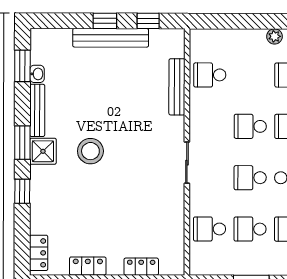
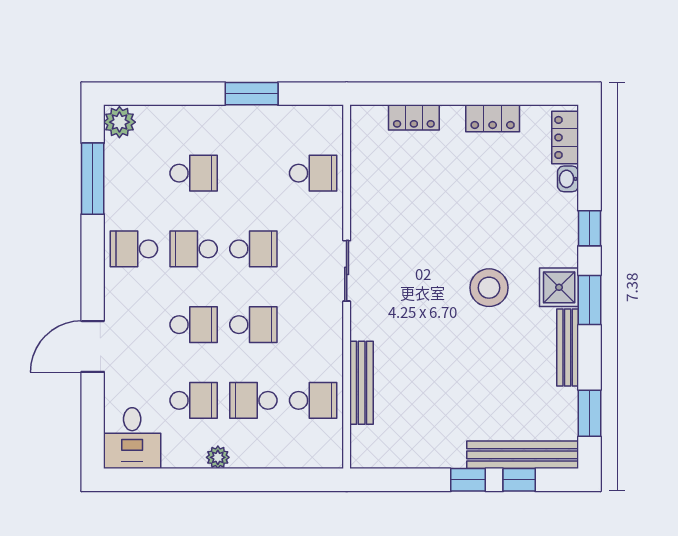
window: (148, 21) -> (519, 480), moved
bench: (111, 38) -> (523, 455), moved
washbasin: (37, 74) -> (568, 179), moved
school desk: (250, 229) -> (253, 400), moved, turned 180

